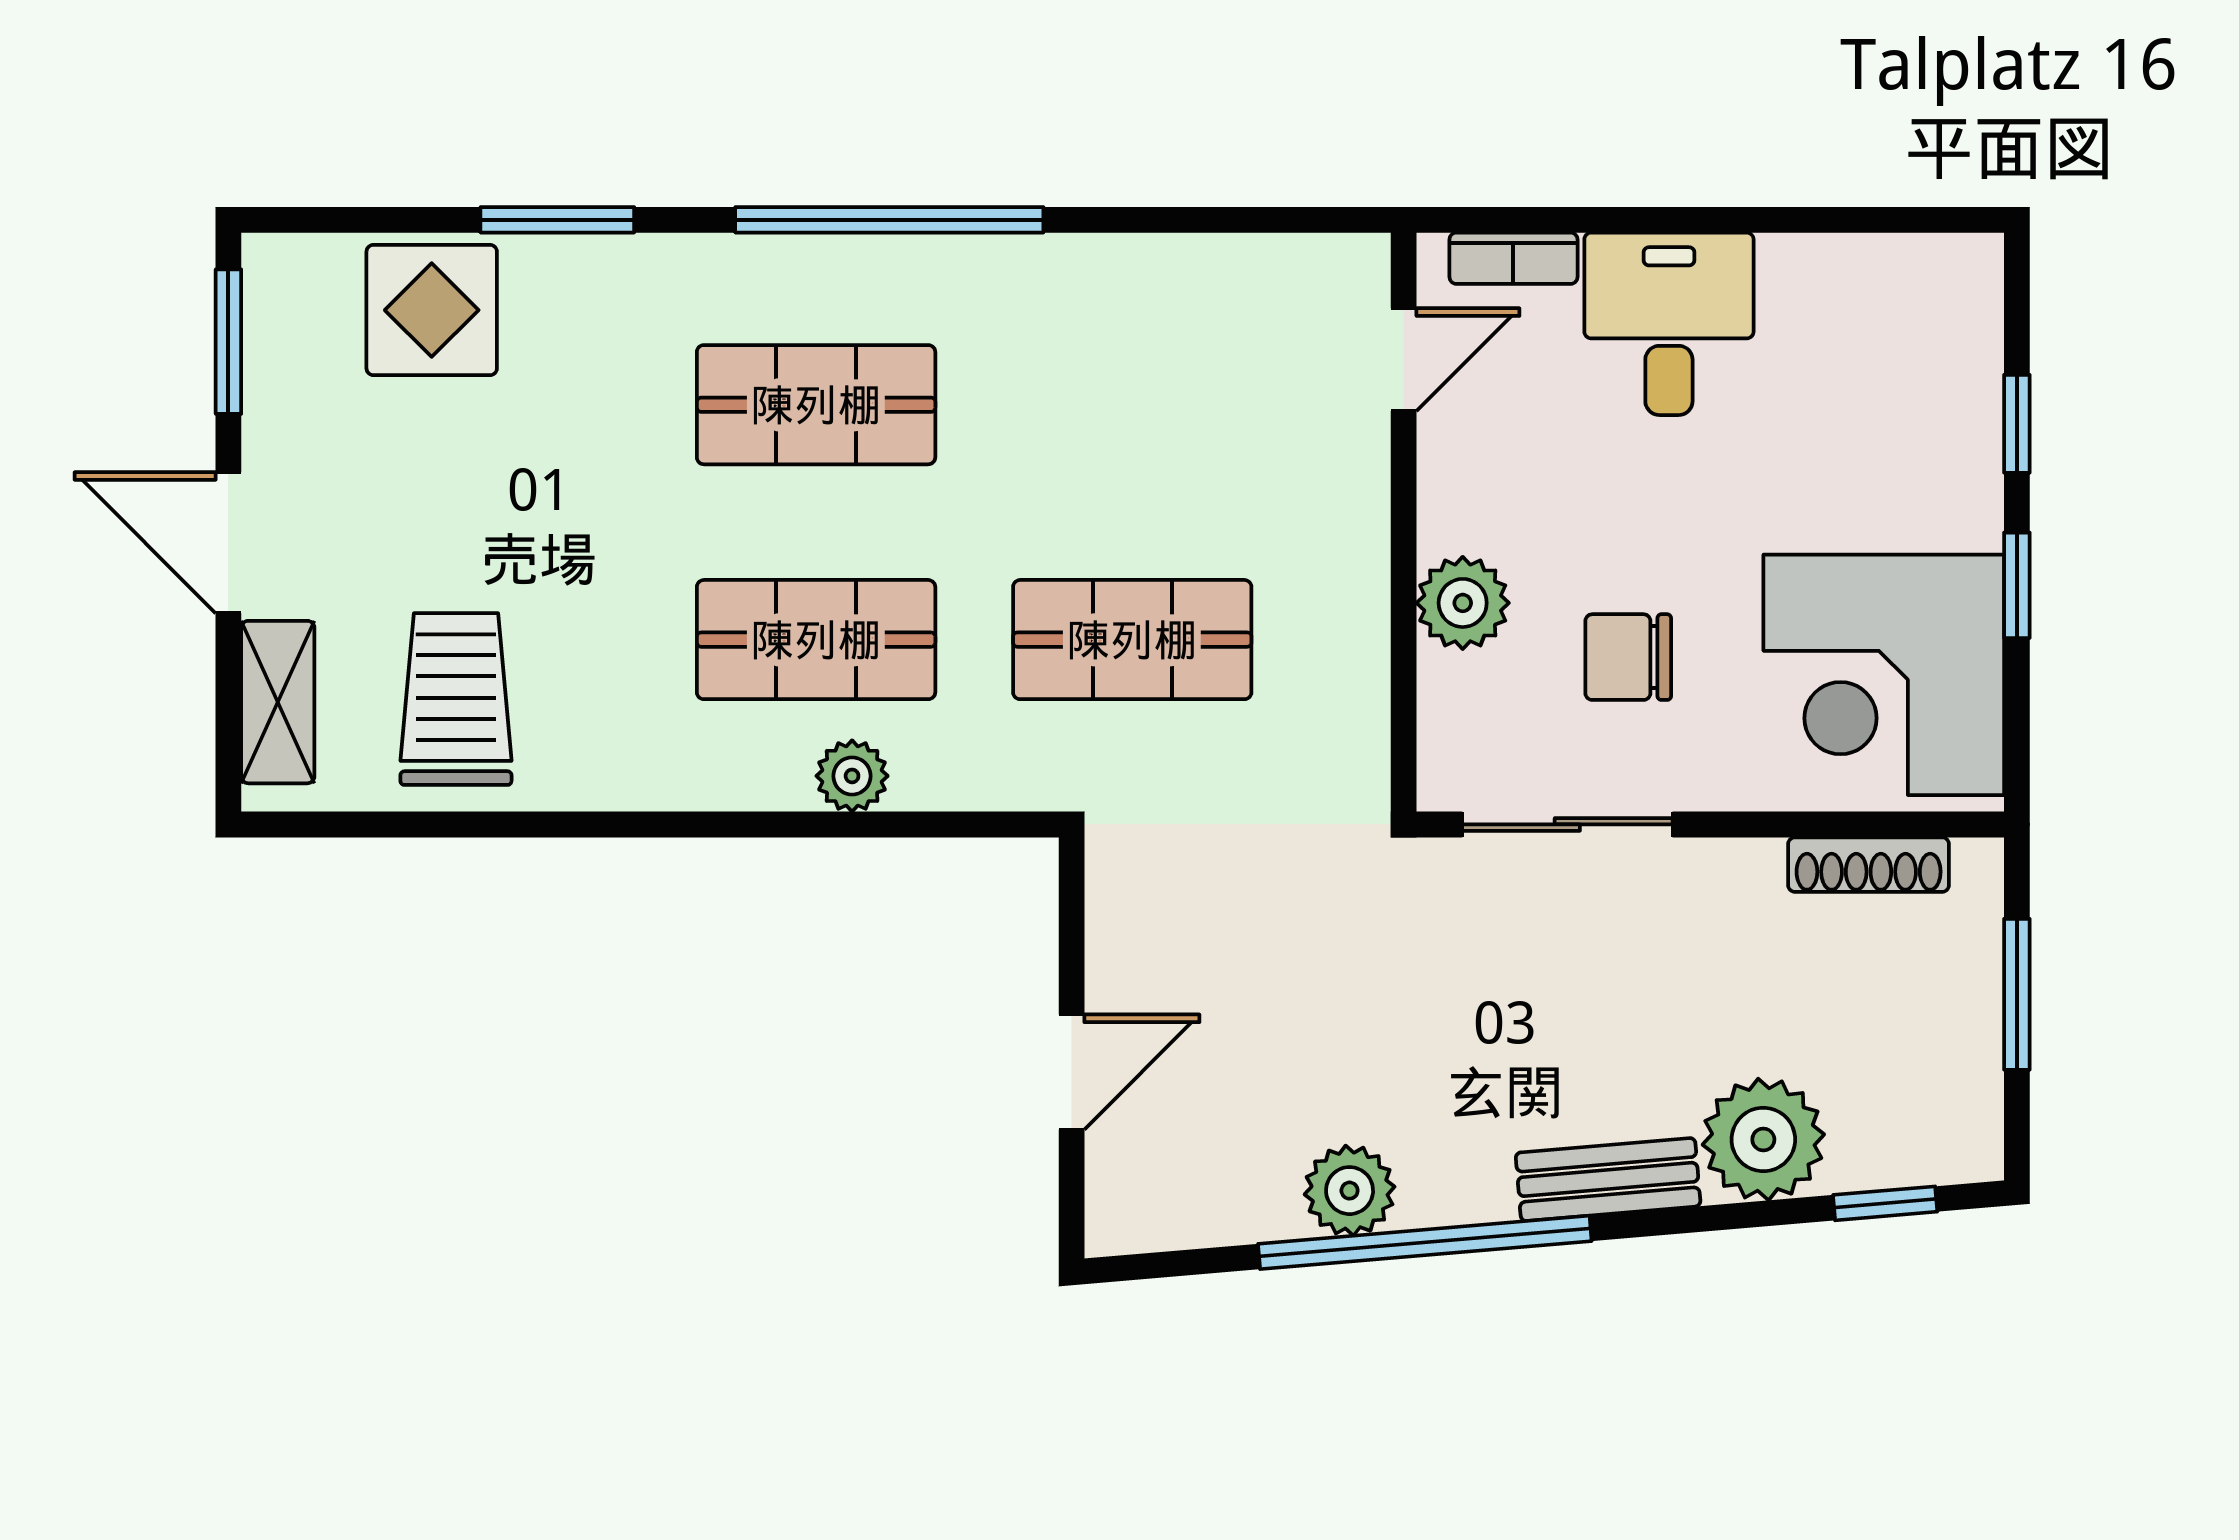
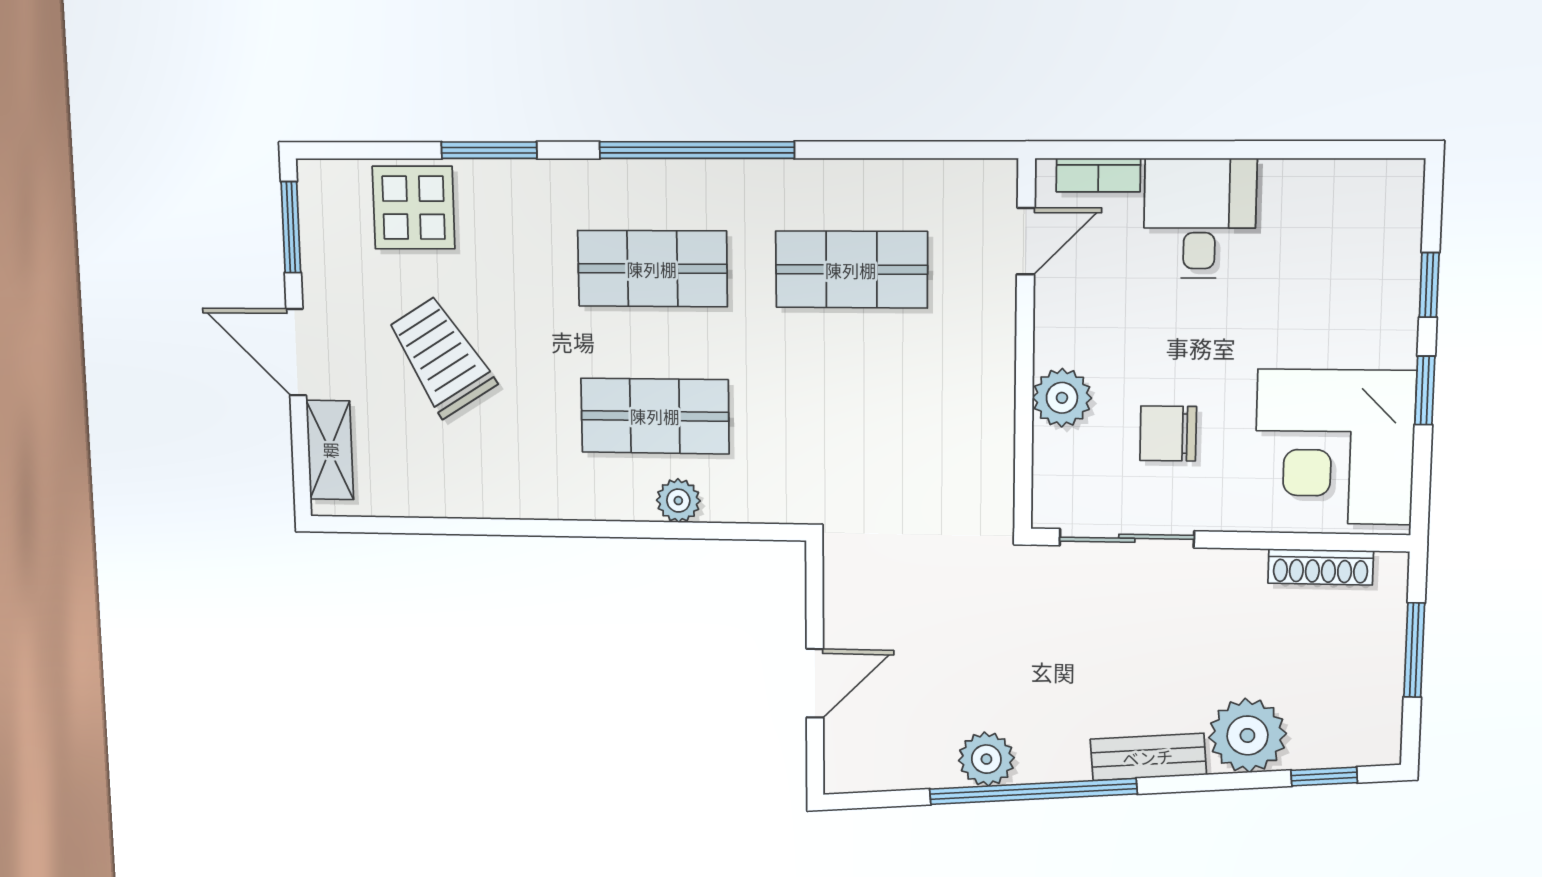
shop shelf: (1132, 640) -> (851, 270), moved
trolley: (456, 699) -> (441, 357), moved, turned -32

